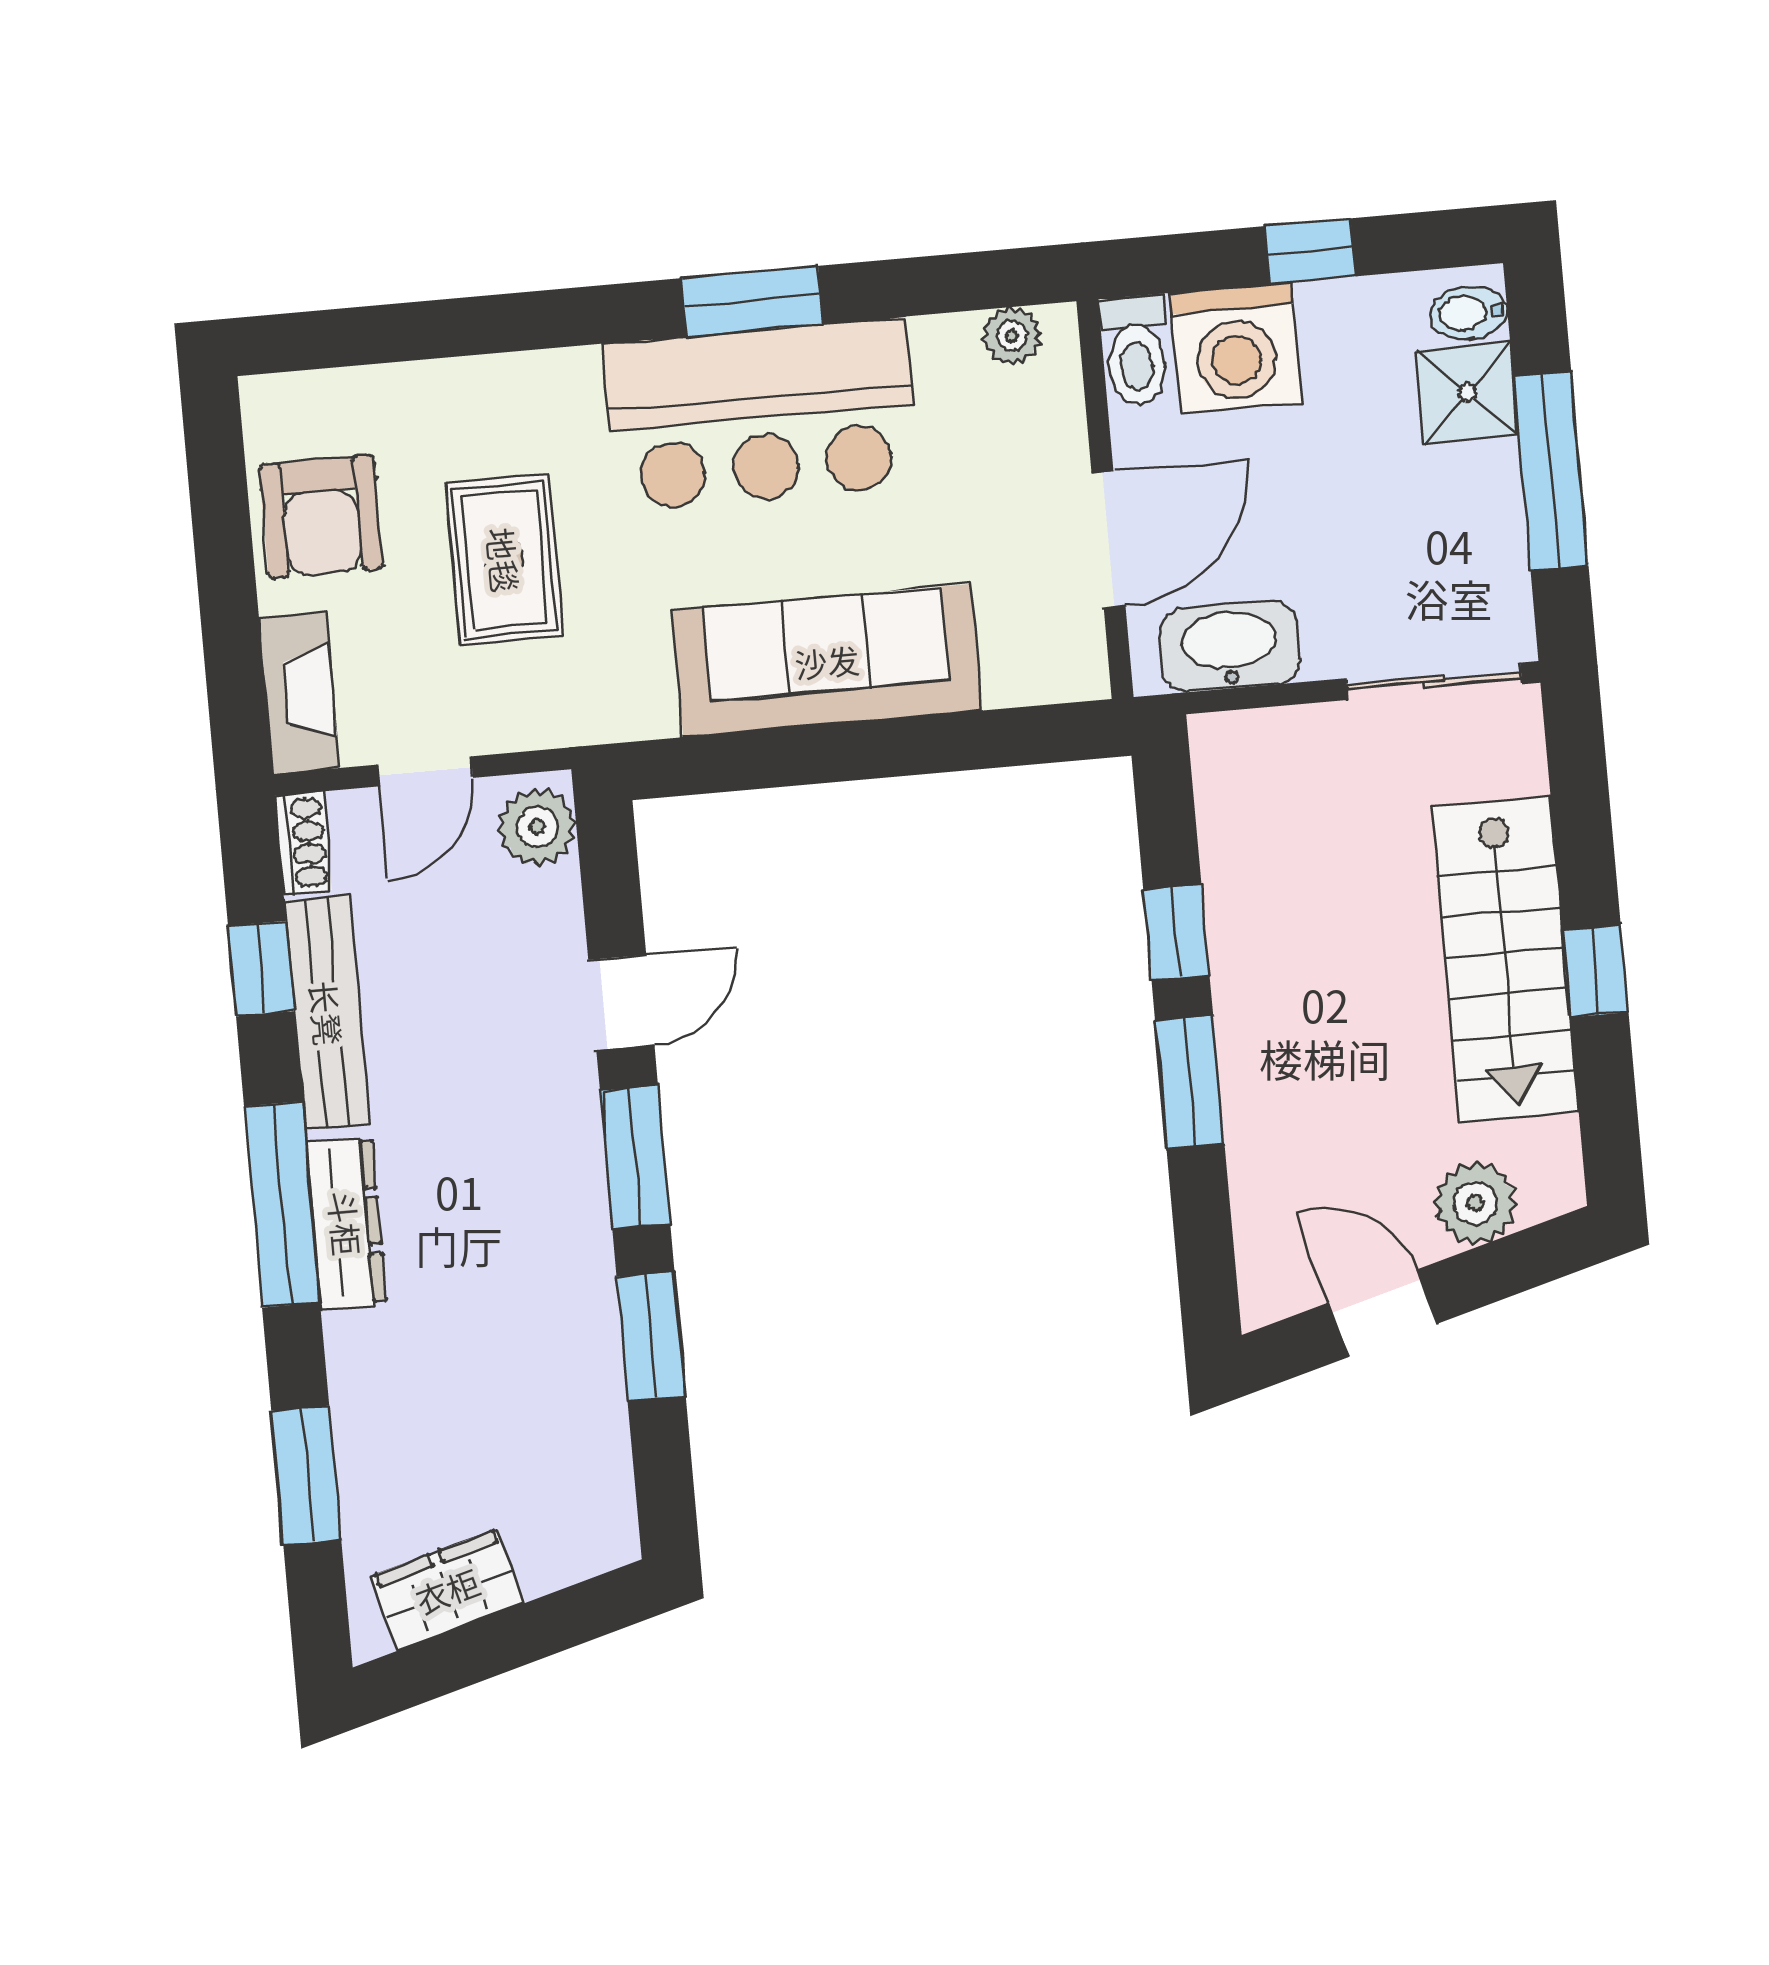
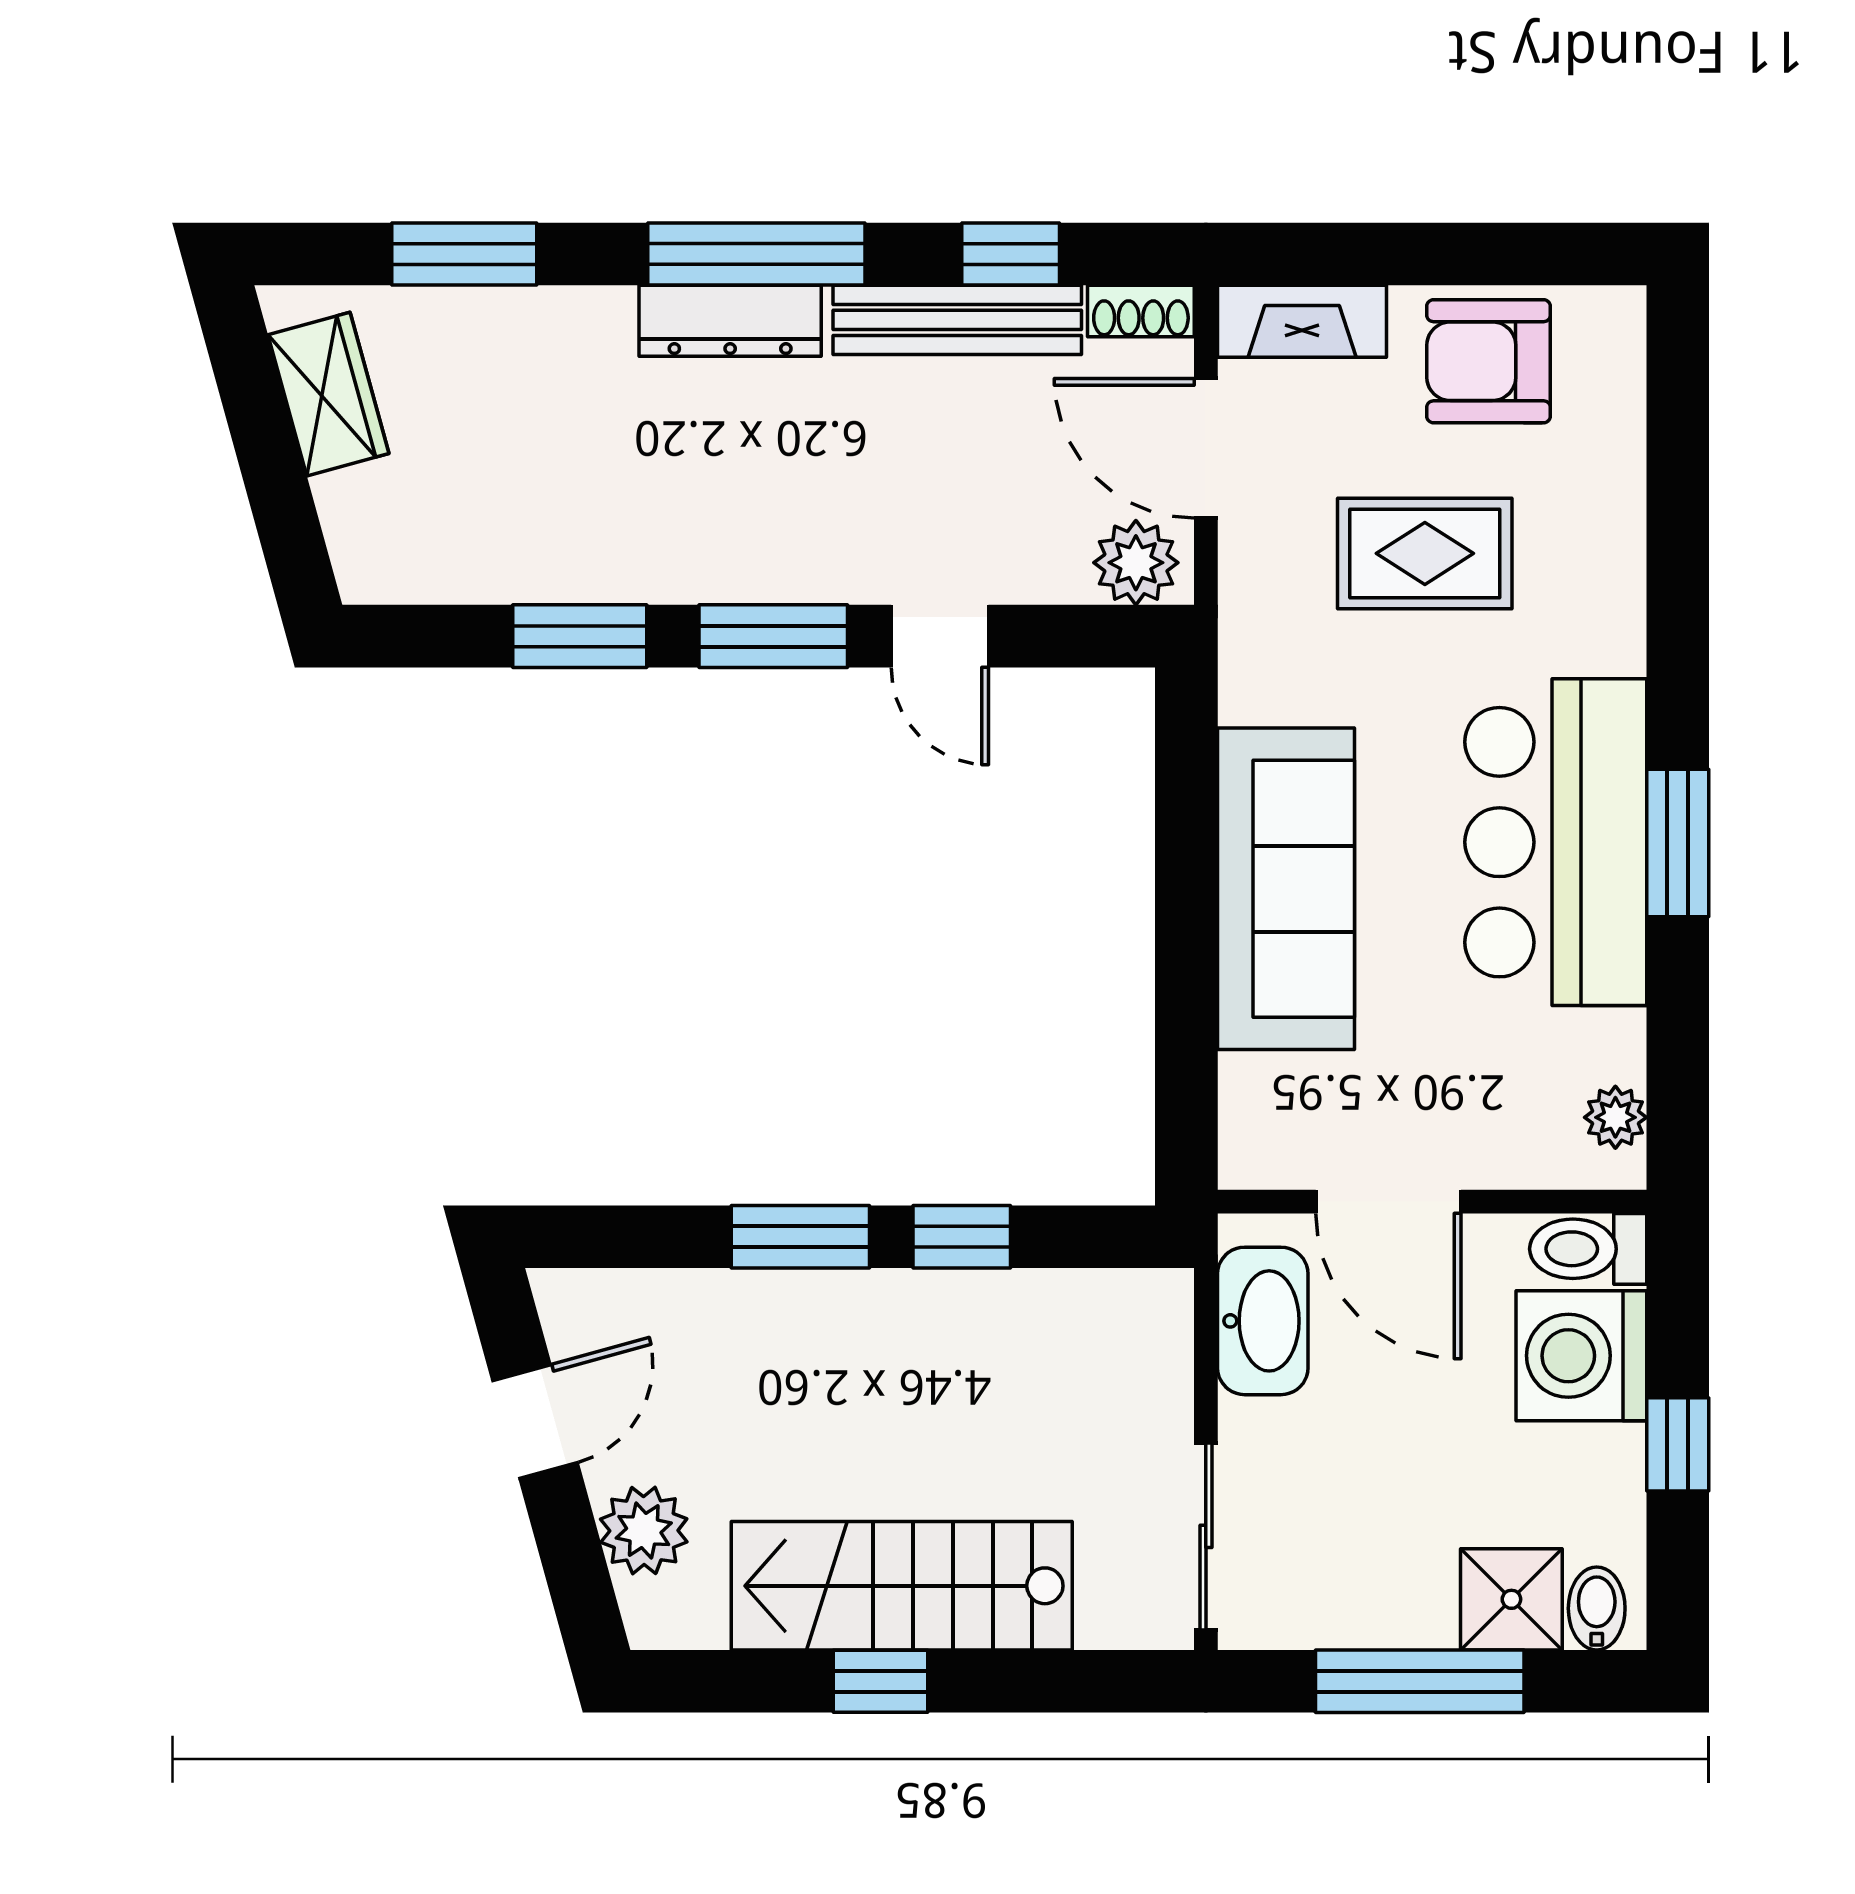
door: (425, 771) -> (1206, 448), width x1.38

